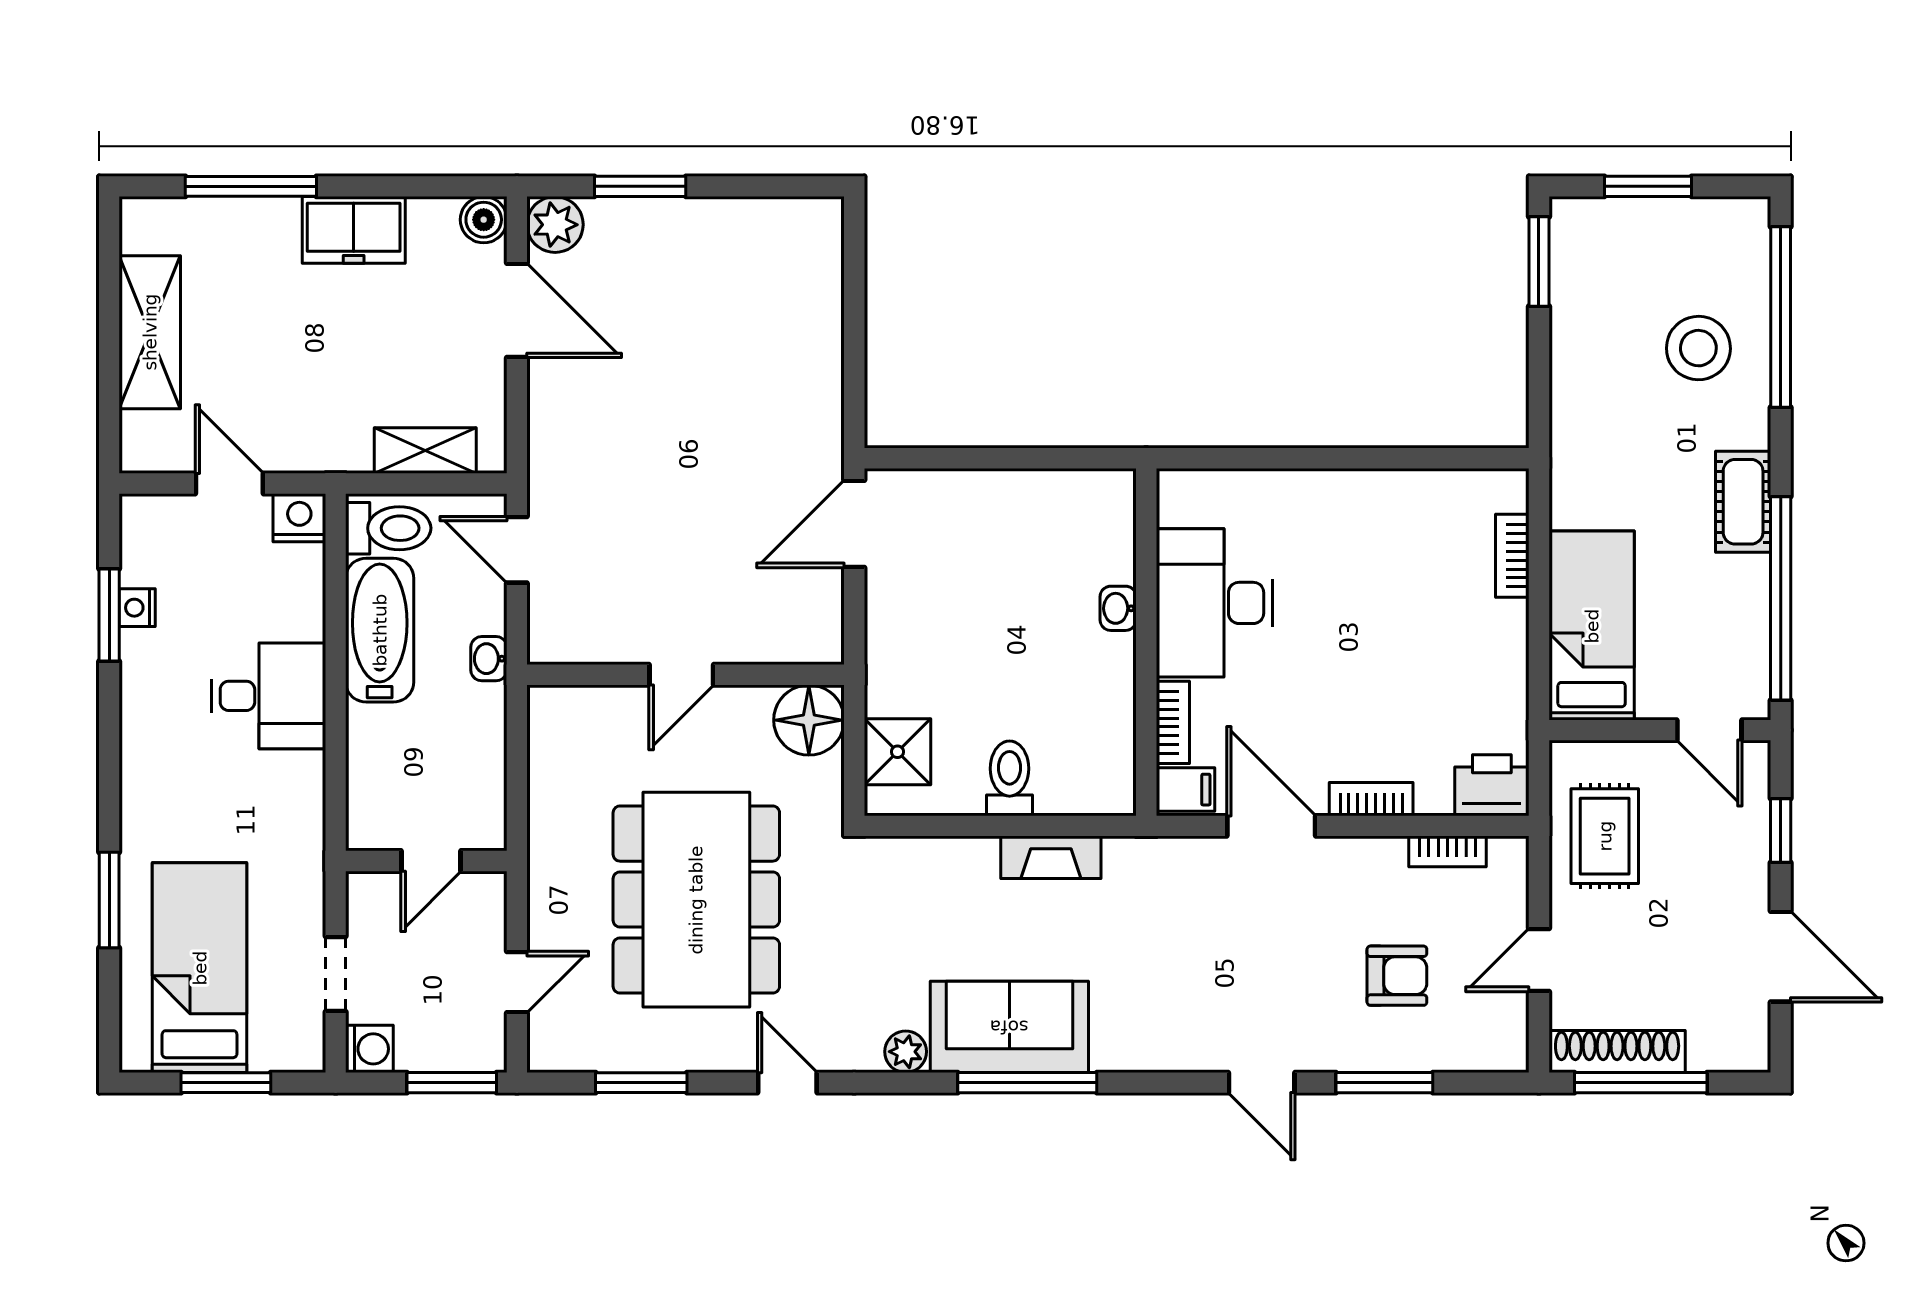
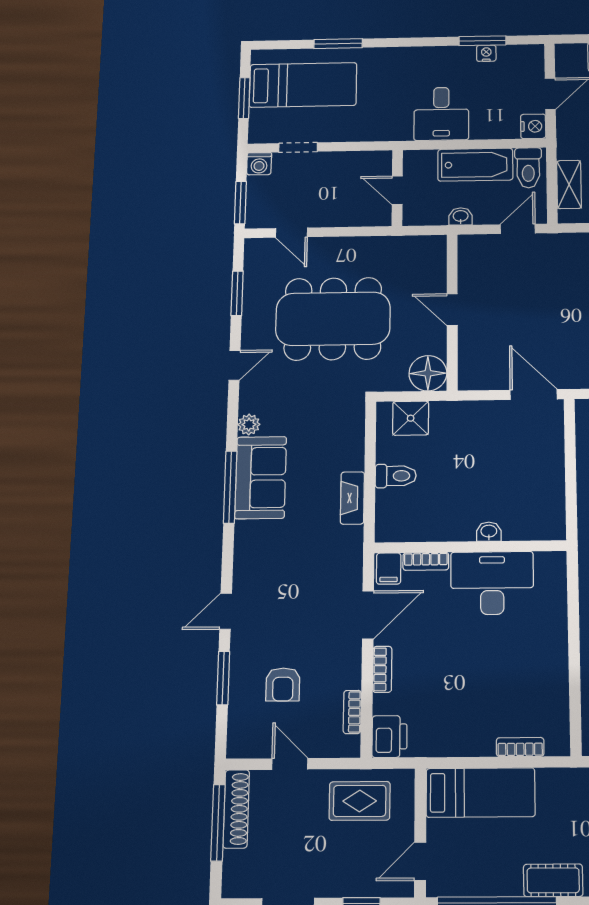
wall: (426, 861) -> (397, 188), moved
door: (431, 861) -> (397, 190), moved

